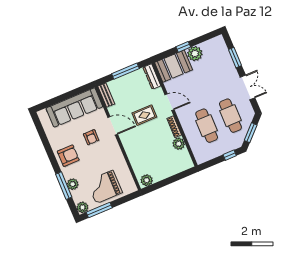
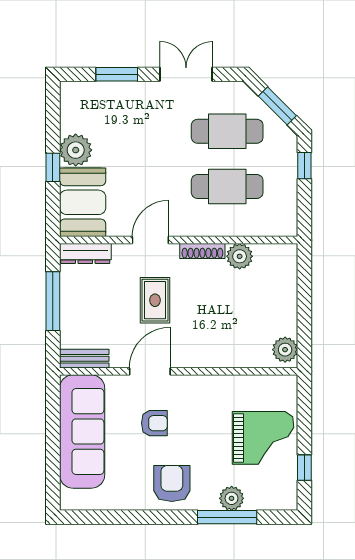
grand piano: (104, 187) -> (263, 438), turned -90
plant: (82, 207) -> (285, 498), removed
window: (99, 210) -> (304, 468), width x0.46

